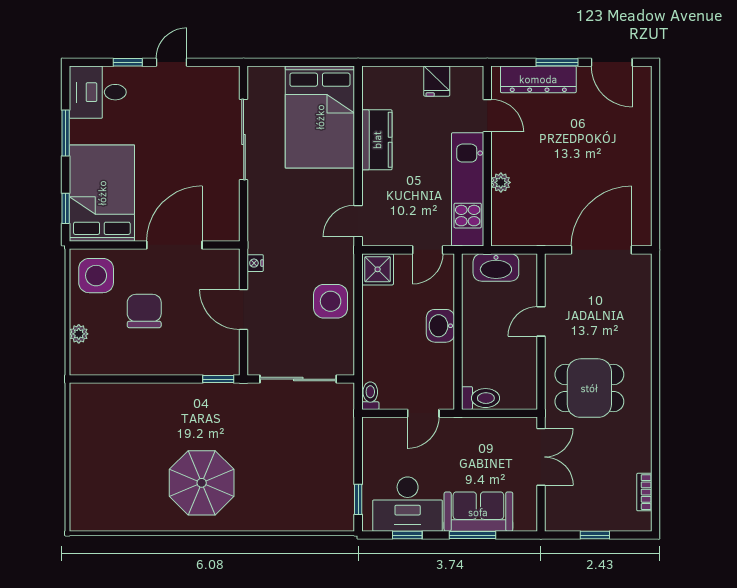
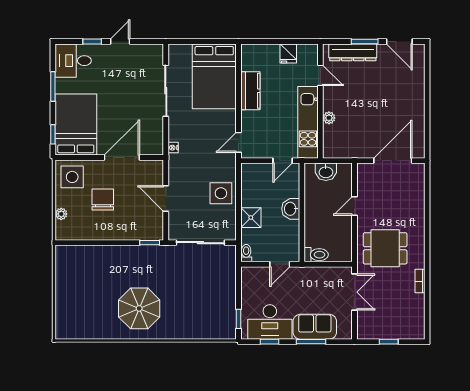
nightstand: (255, 263) -> (173, 148), moved
washbasin: (496, 267) -> (326, 172), width x0.72
shower: (378, 269) -> (251, 218), moved
bookcase: (644, 492) -> (420, 281), moved

